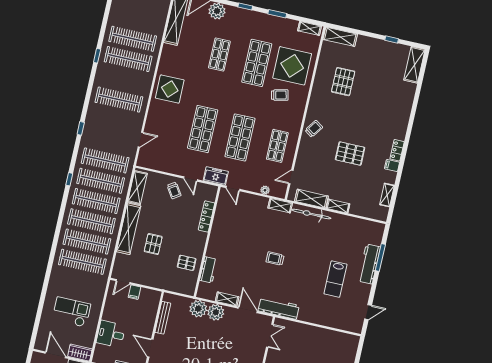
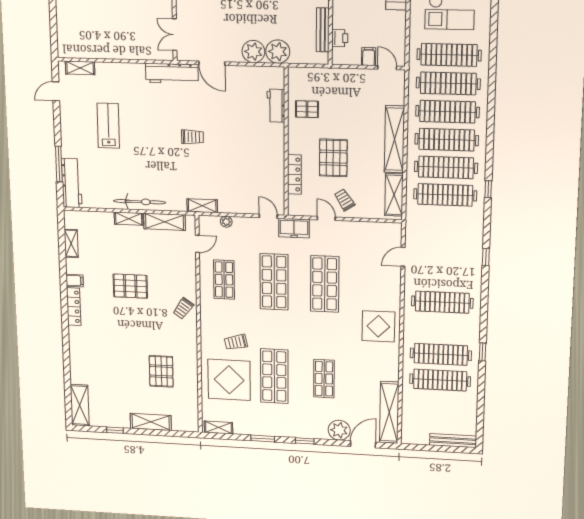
shelving: (340, 37) -> (151, 422), moved
locker: (397, 150) -> (74, 307), width x1.53
clothes rail: (105, 160) -> (449, 55), moved
bicycle: (311, 214) -> (140, 202), moved
pallet: (153, 244) -> (333, 158), moved, width x1.50, depth x1.42
workbench: (369, 264) -> (72, 183), moved
door: (123, 282) -> (387, 68), hinge flipped
shelving: (227, 299) -> (80, 68), moved
printer: (152, 309) -> (340, 38), added

